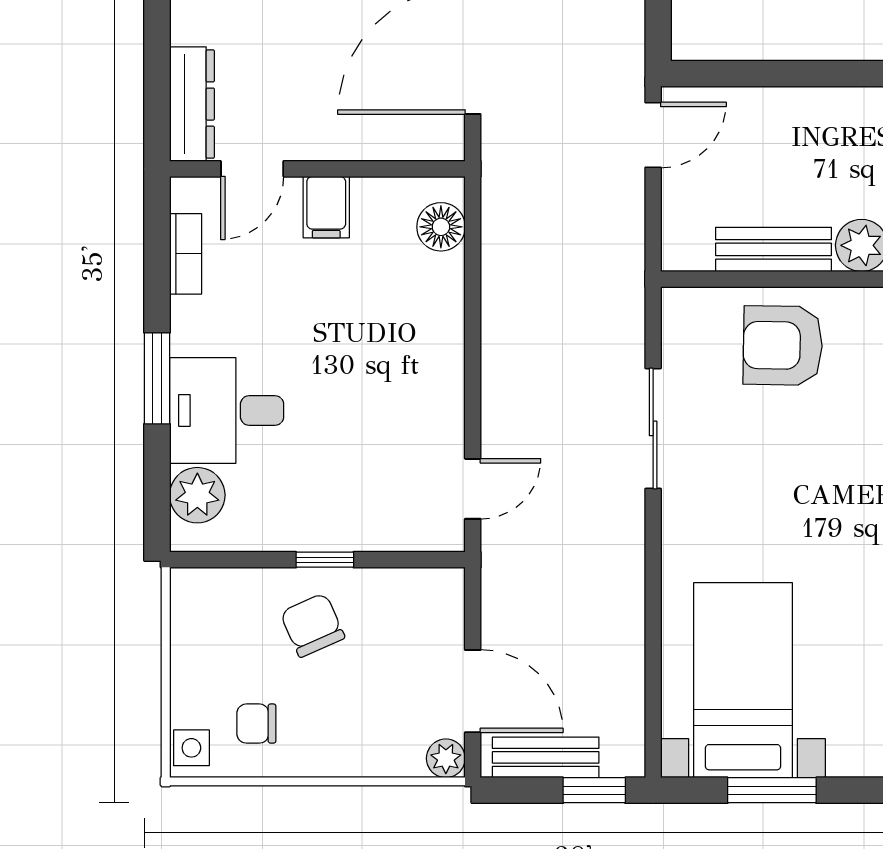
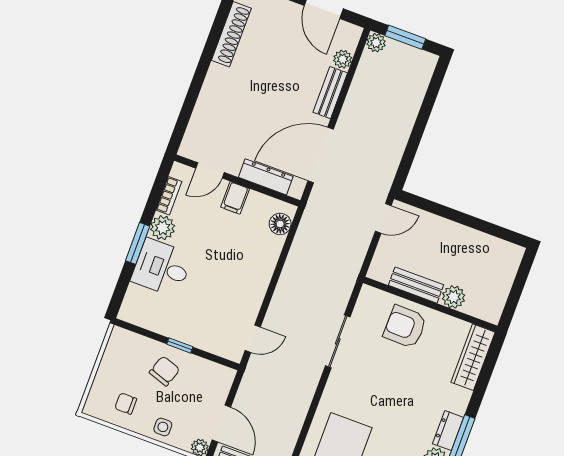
dresser: (192, 104) -> (266, 177), moved, turned -90
plant: (197, 495) -> (163, 228), moved
chair: (312, 625) -> (164, 371), turned 43
side table: (191, 748) -> (163, 427), moved

